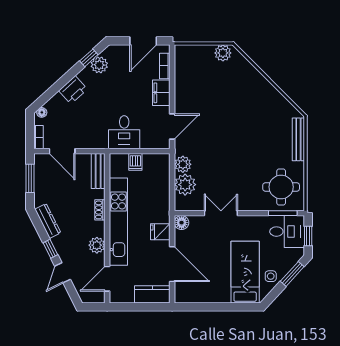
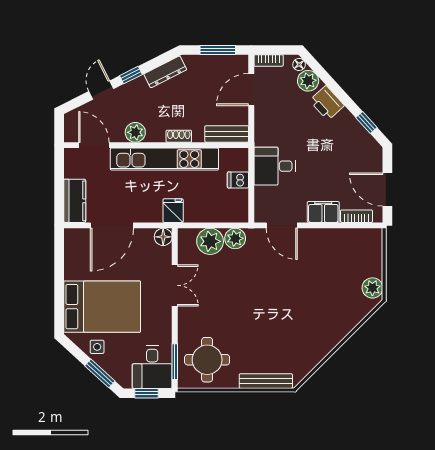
plant: (99, 65) -> (308, 81), moved
fridge: (160, 232) -> (173, 211), moved
bed: (245, 272) -> (102, 307), width x1.50
door: (63, 273) -> (101, 90), hinge flipped

